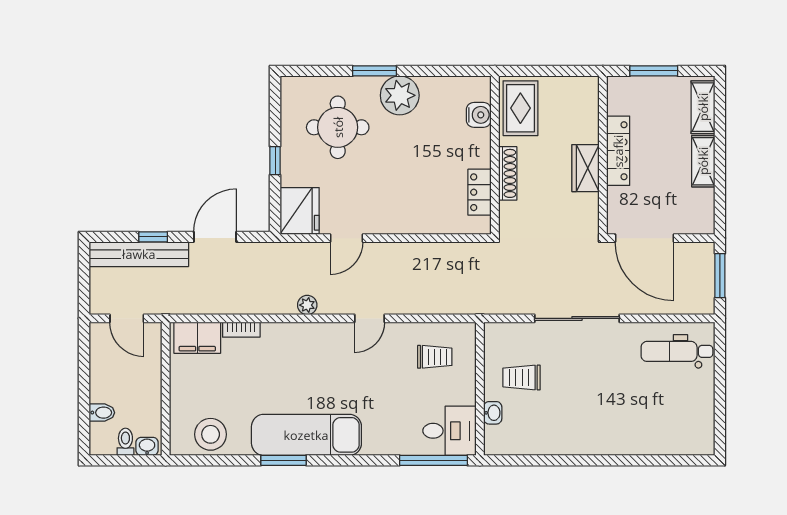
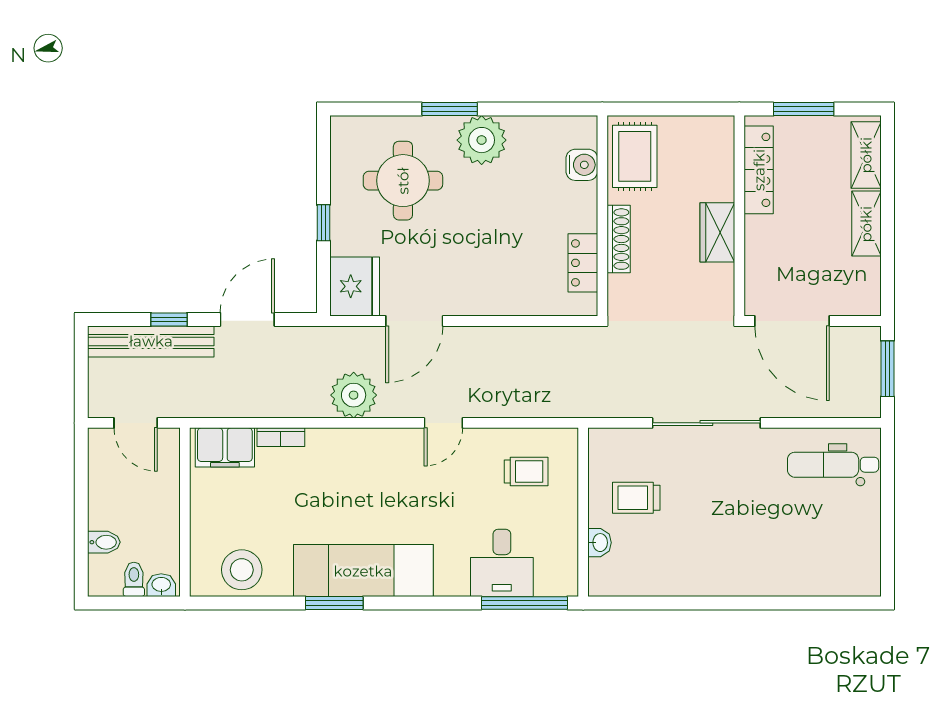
locker: (618, 151) -> (759, 170), moved
door: (347, 238) -> (414, 321), width x1.38
plant: (307, 305) -> (354, 395), width x1.88, depth x1.88
desk: (449, 431) -> (502, 563), moved, turned 90

